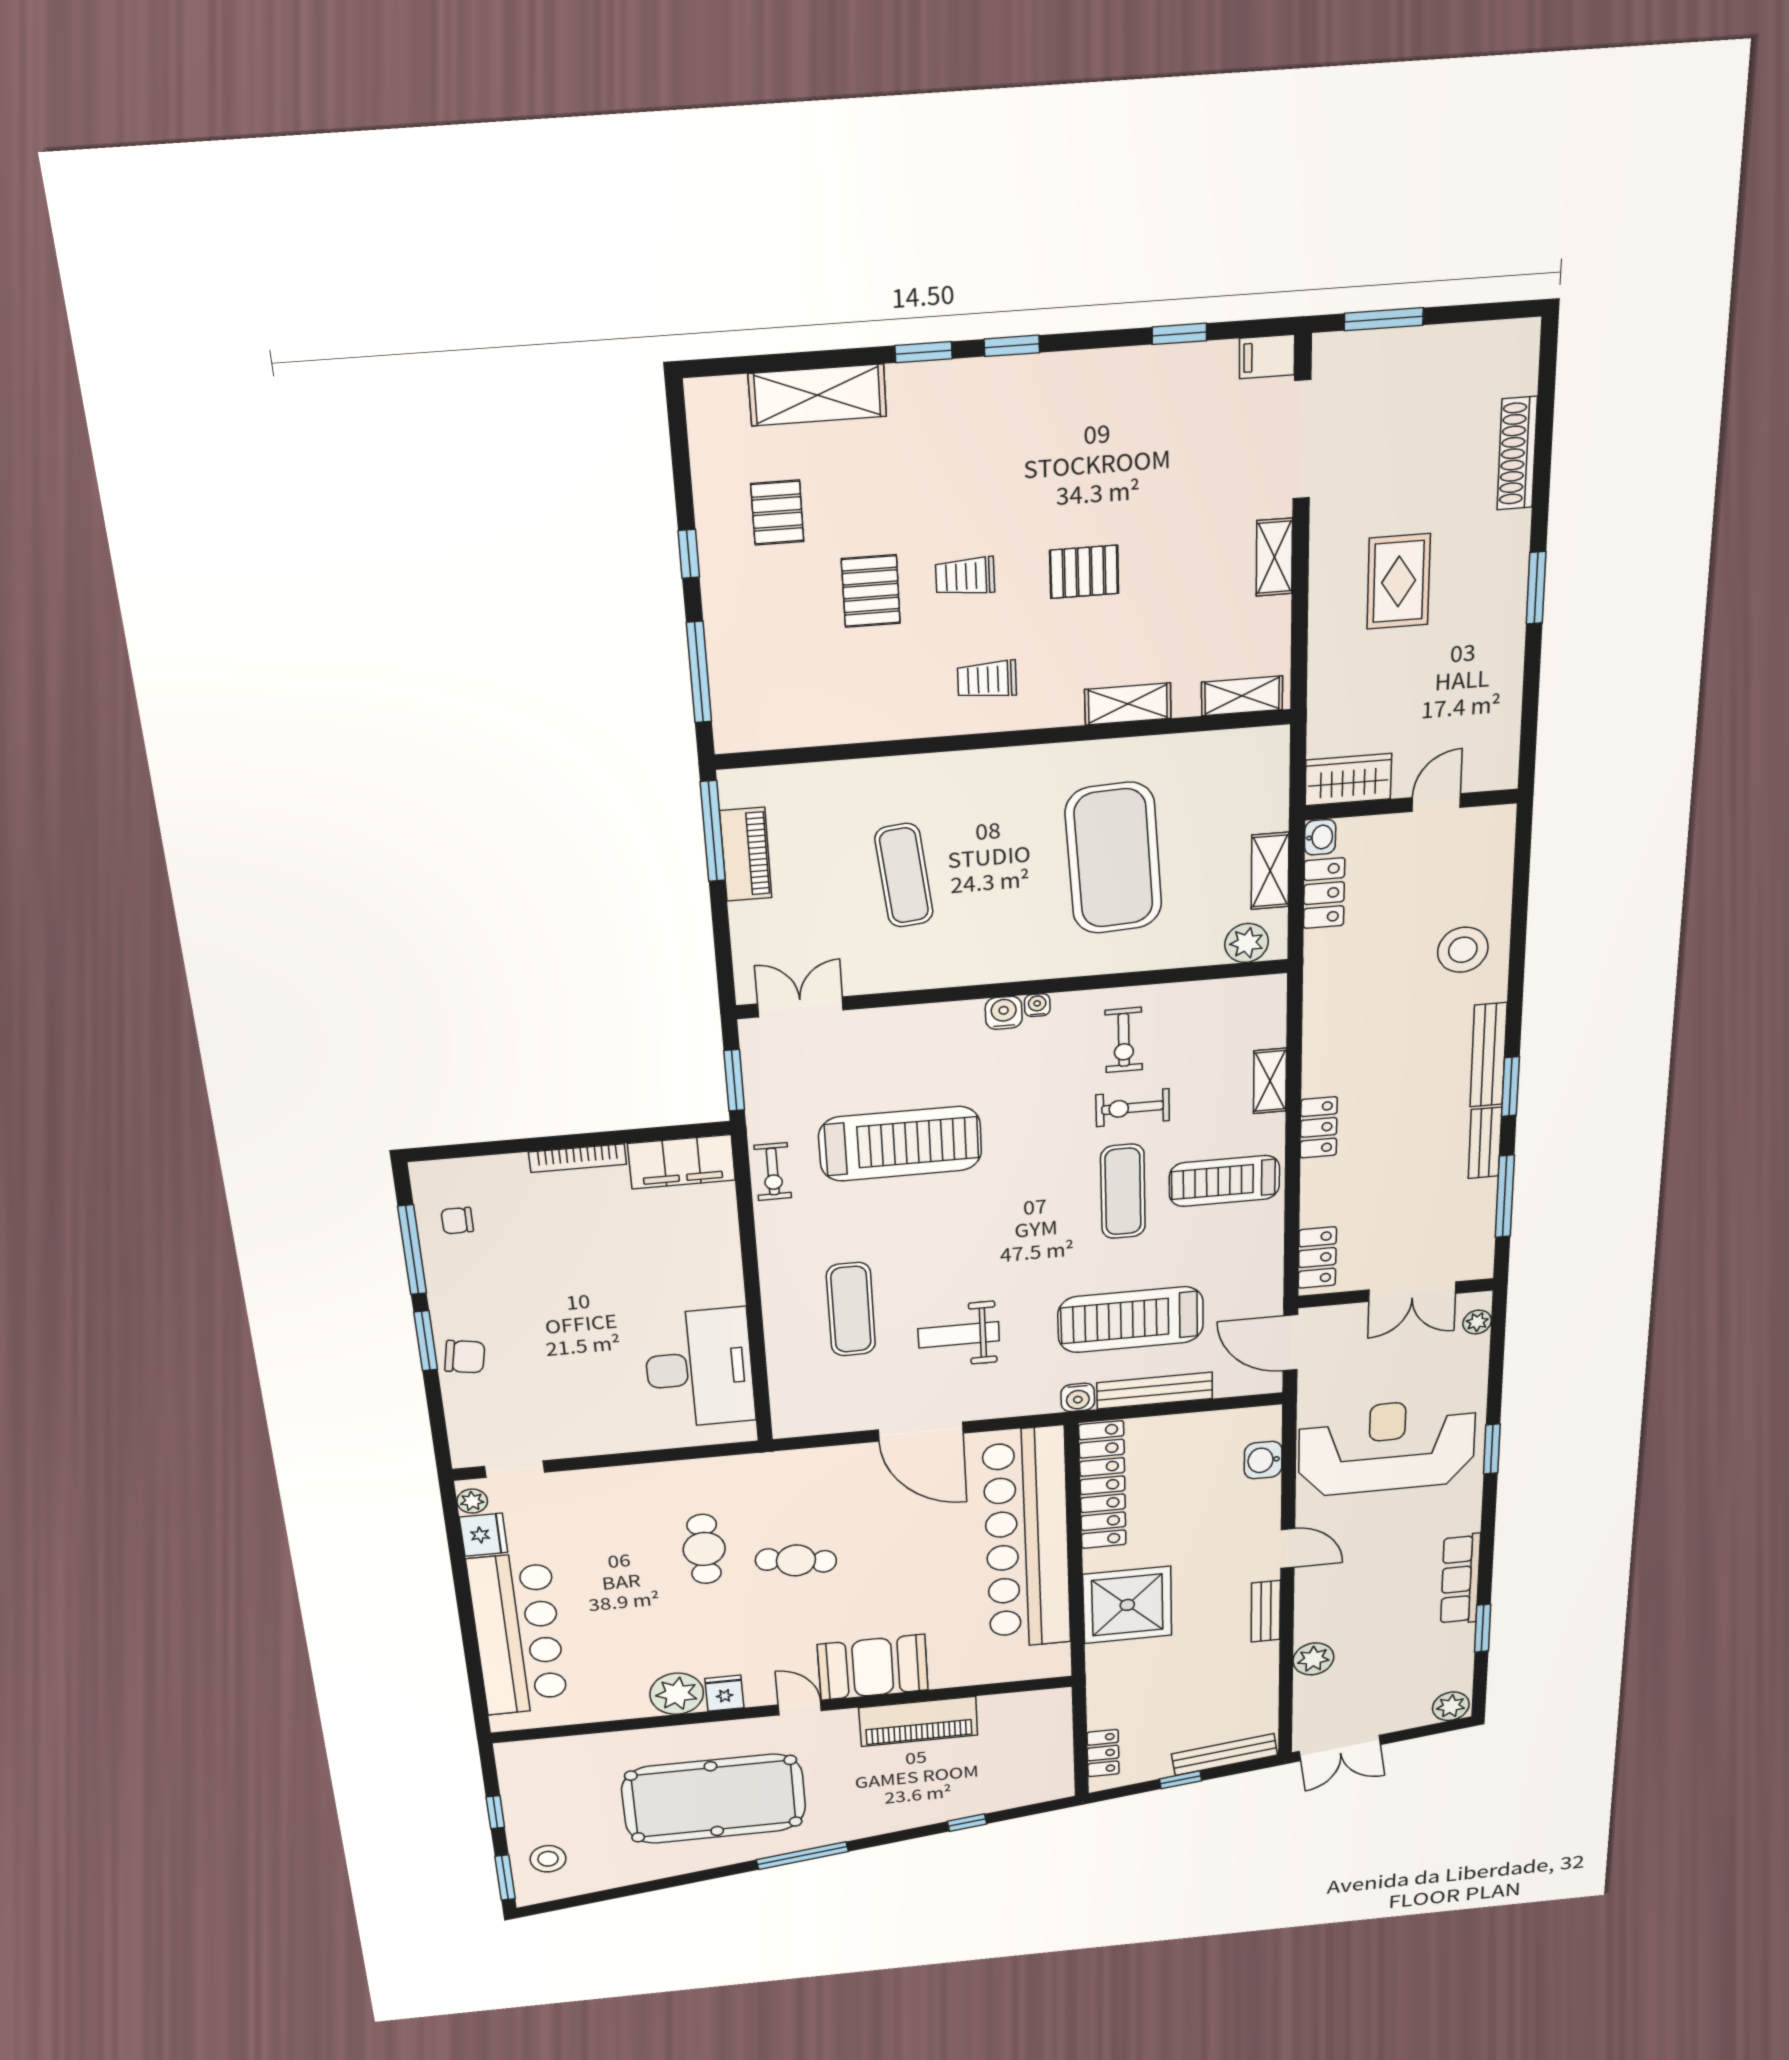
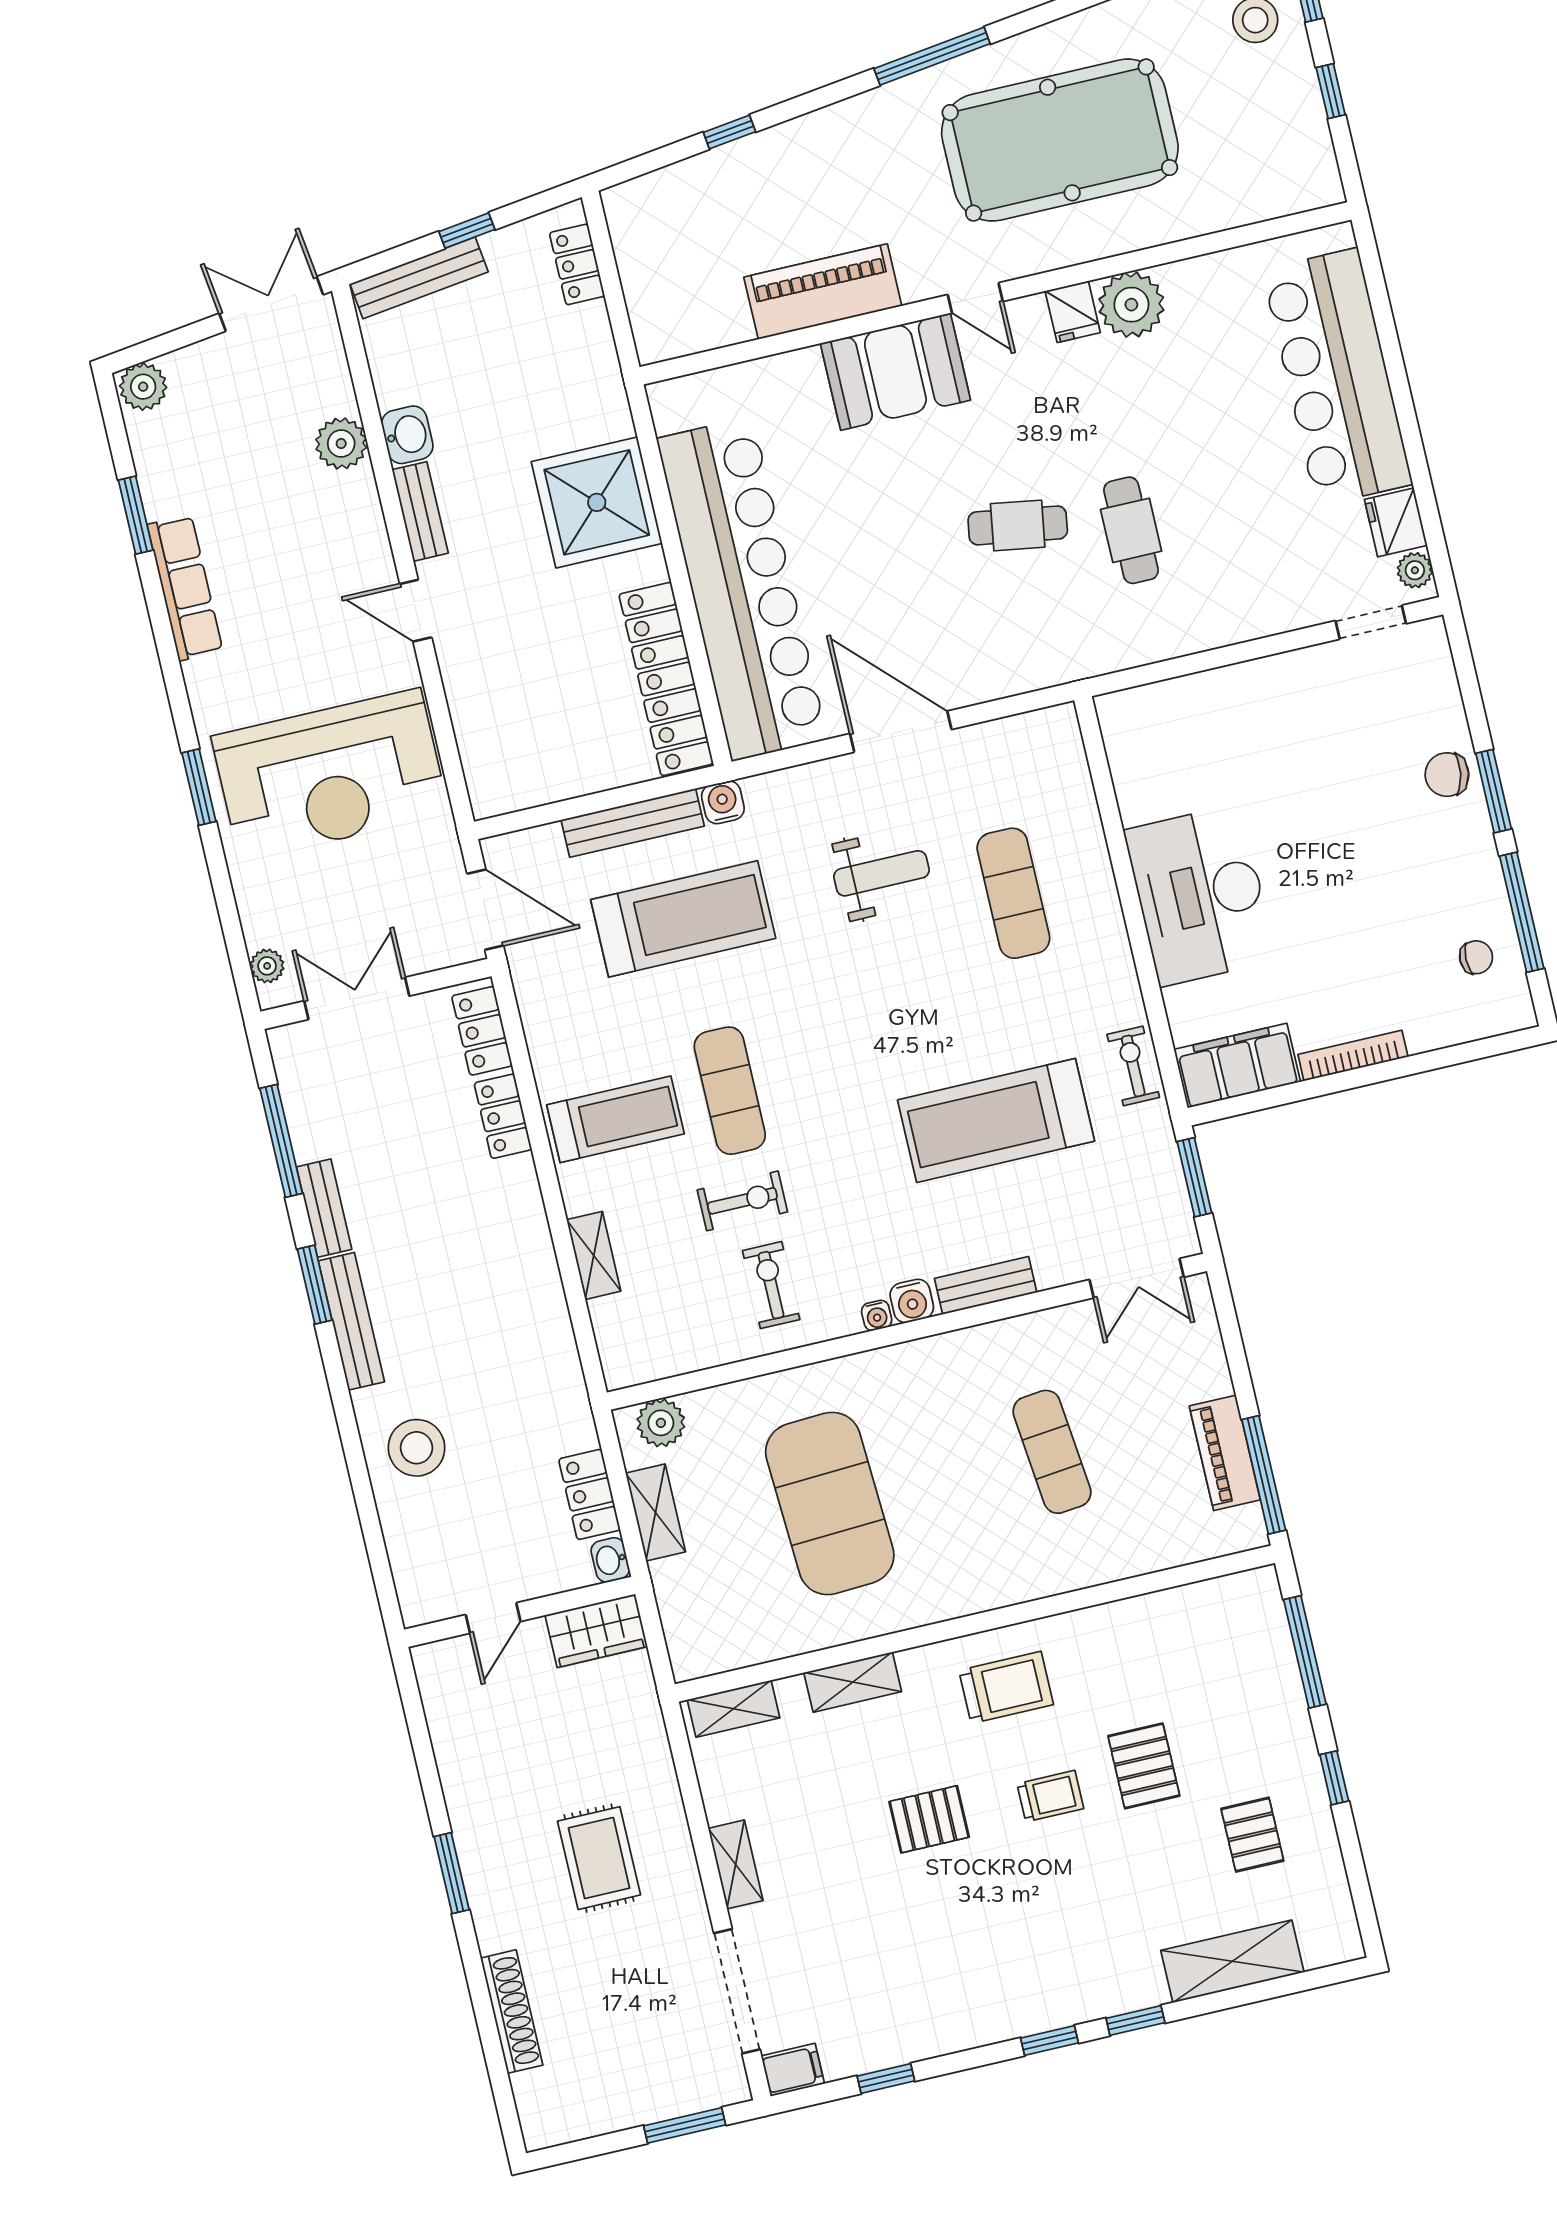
trolley: (987, 680) -> (1006, 1687), width x1.36, depth x1.39
bench: (936, 1017) -> (986, 1285), added
locker: (1319, 1127) -> (503, 1116), moved
desk: (699, 1368) -> (1200, 895), moved
washbasin: (1263, 1460) -> (407, 435), moved

